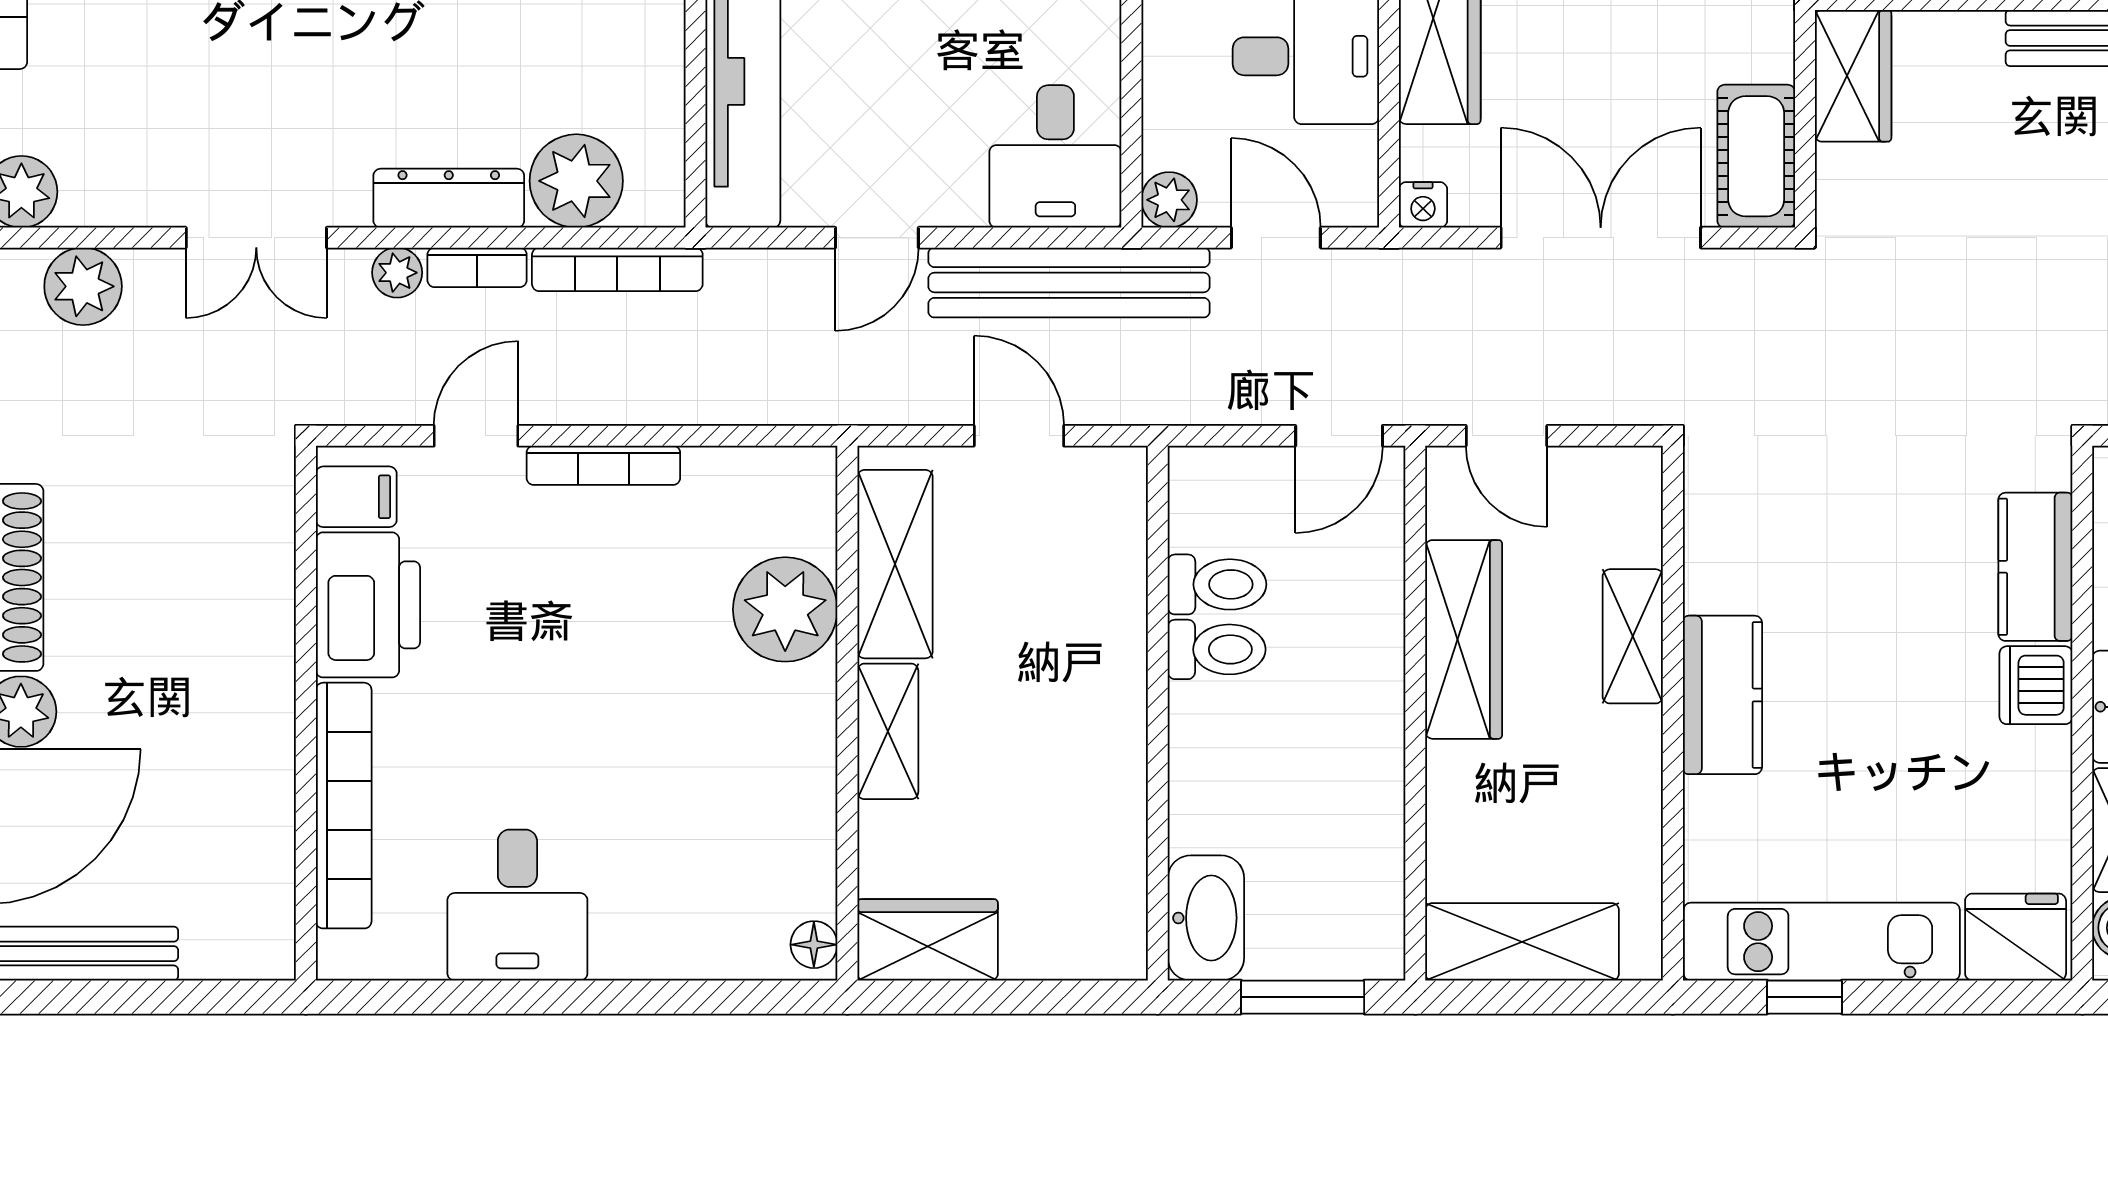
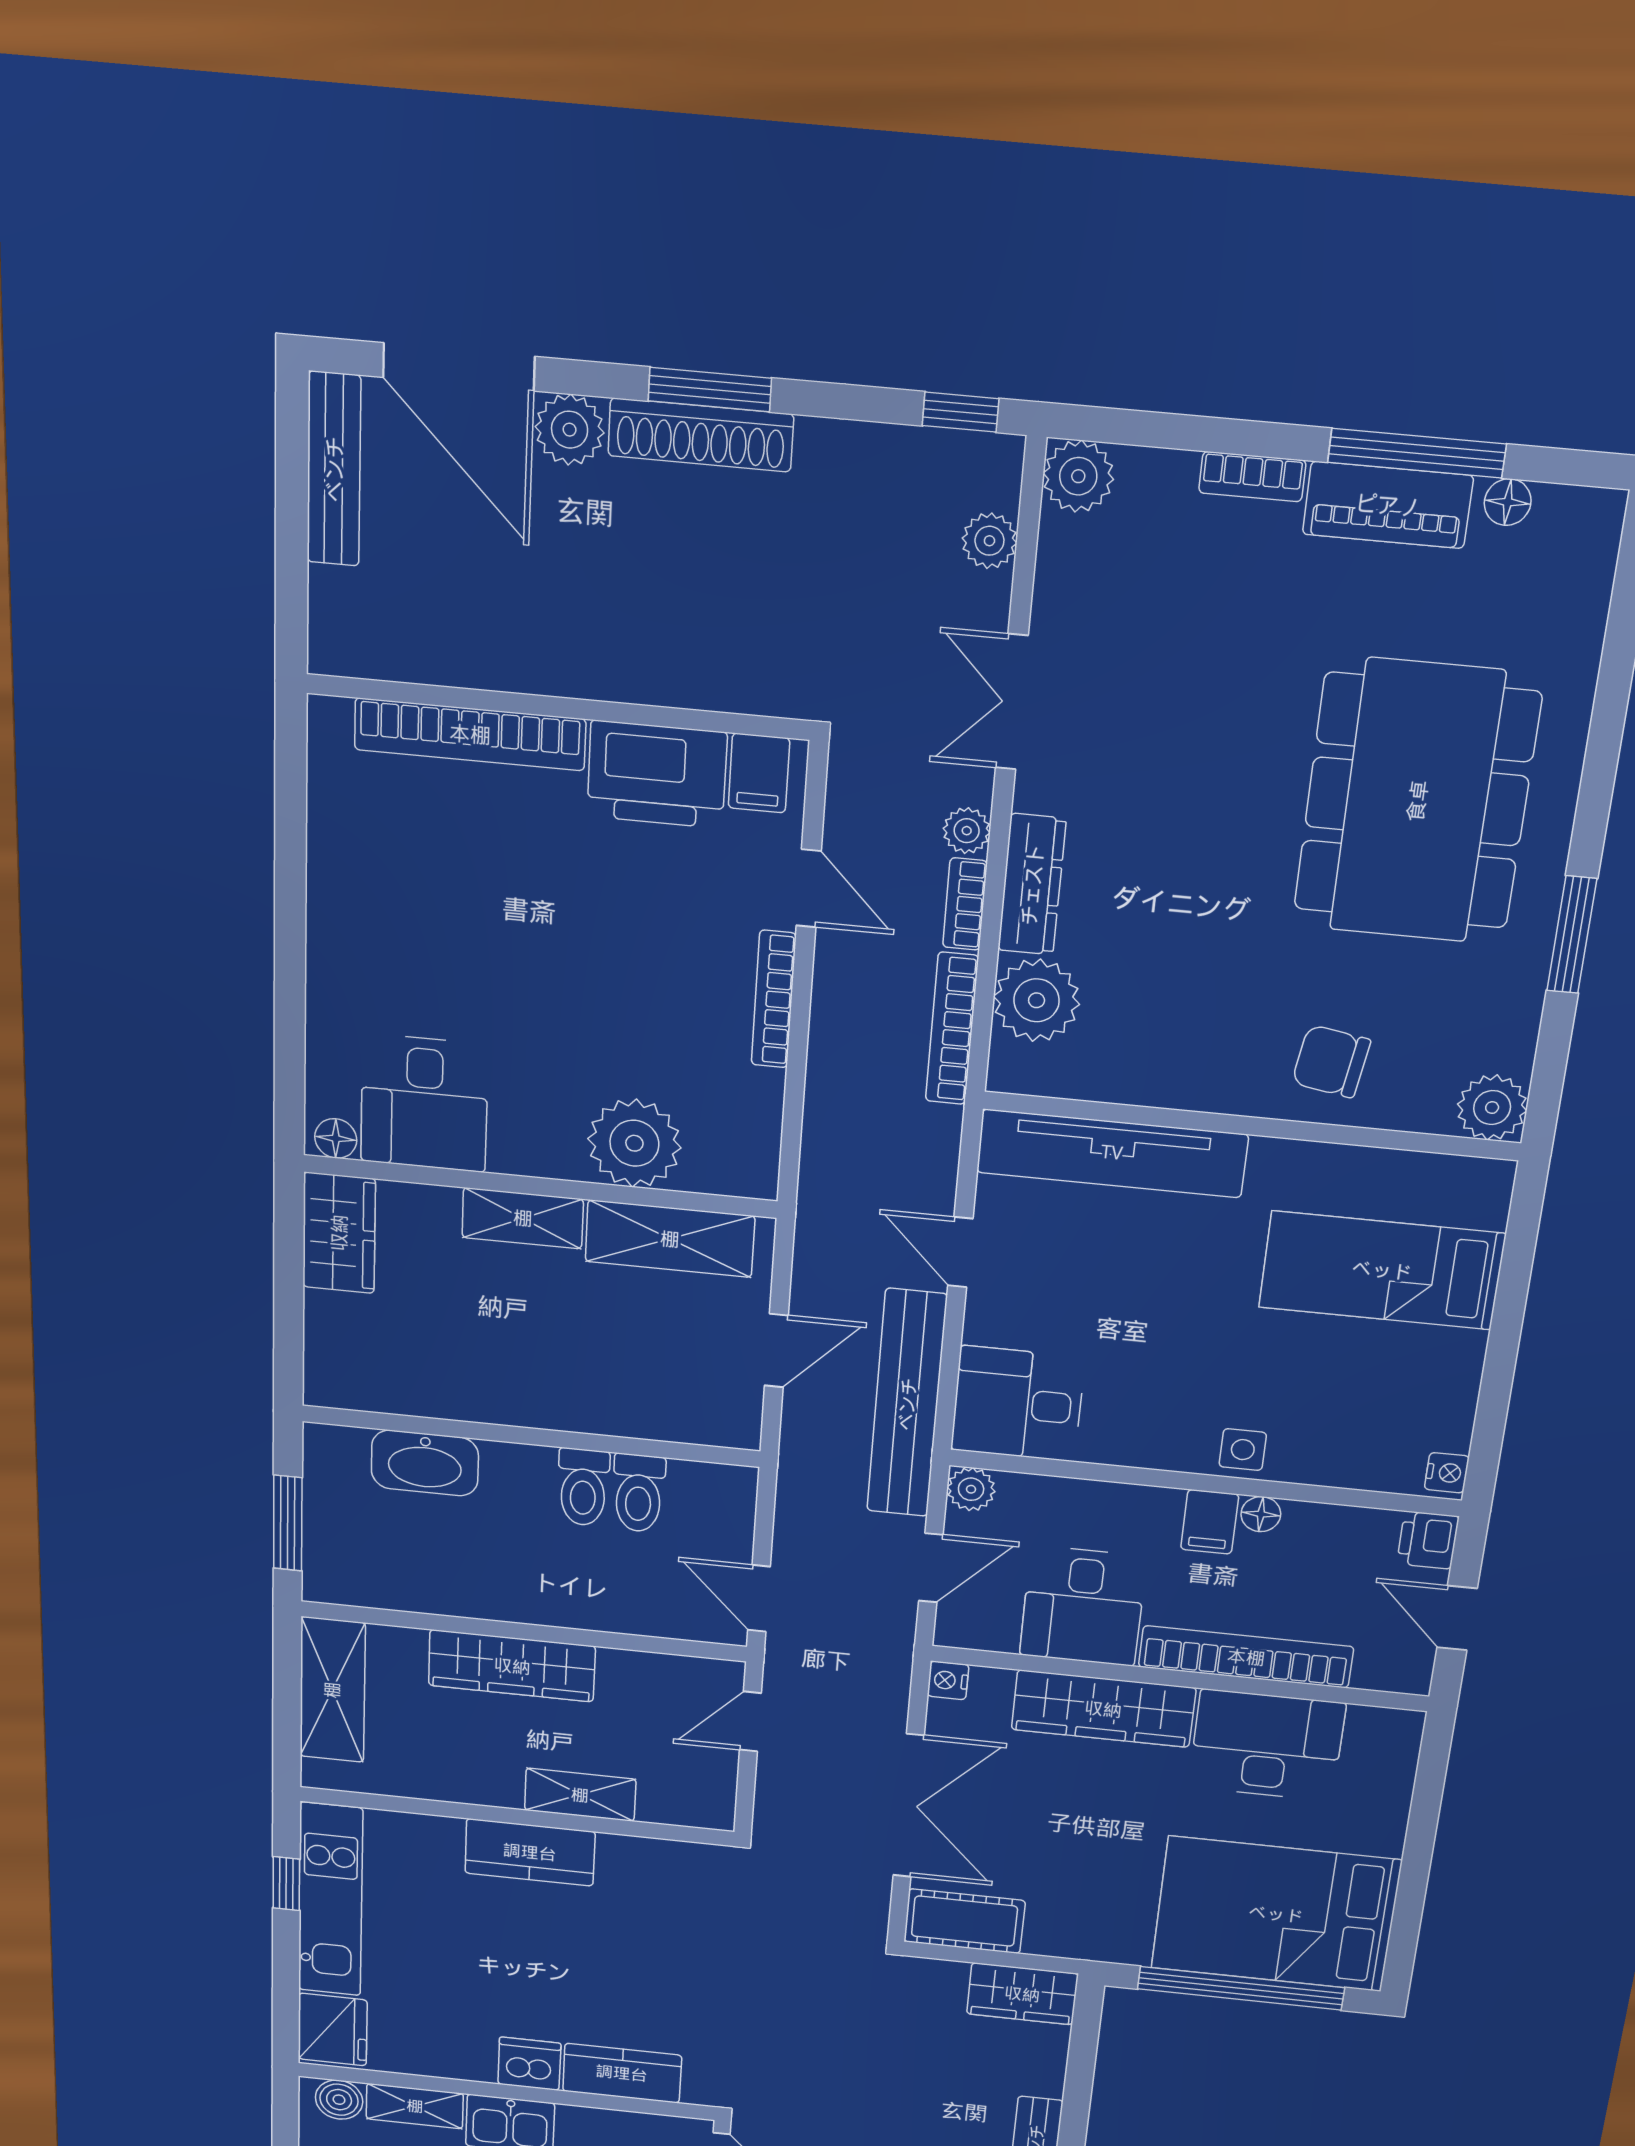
plant: (83, 286) -> (989, 541), width x0.73, depth x0.73
wardrobe: (1464, 639) -> (512, 1666), moved
desk: (517, 905) -> (424, 1103), moved, turned -90
washbasin: (1206, 918) -> (425, 1463), moved

